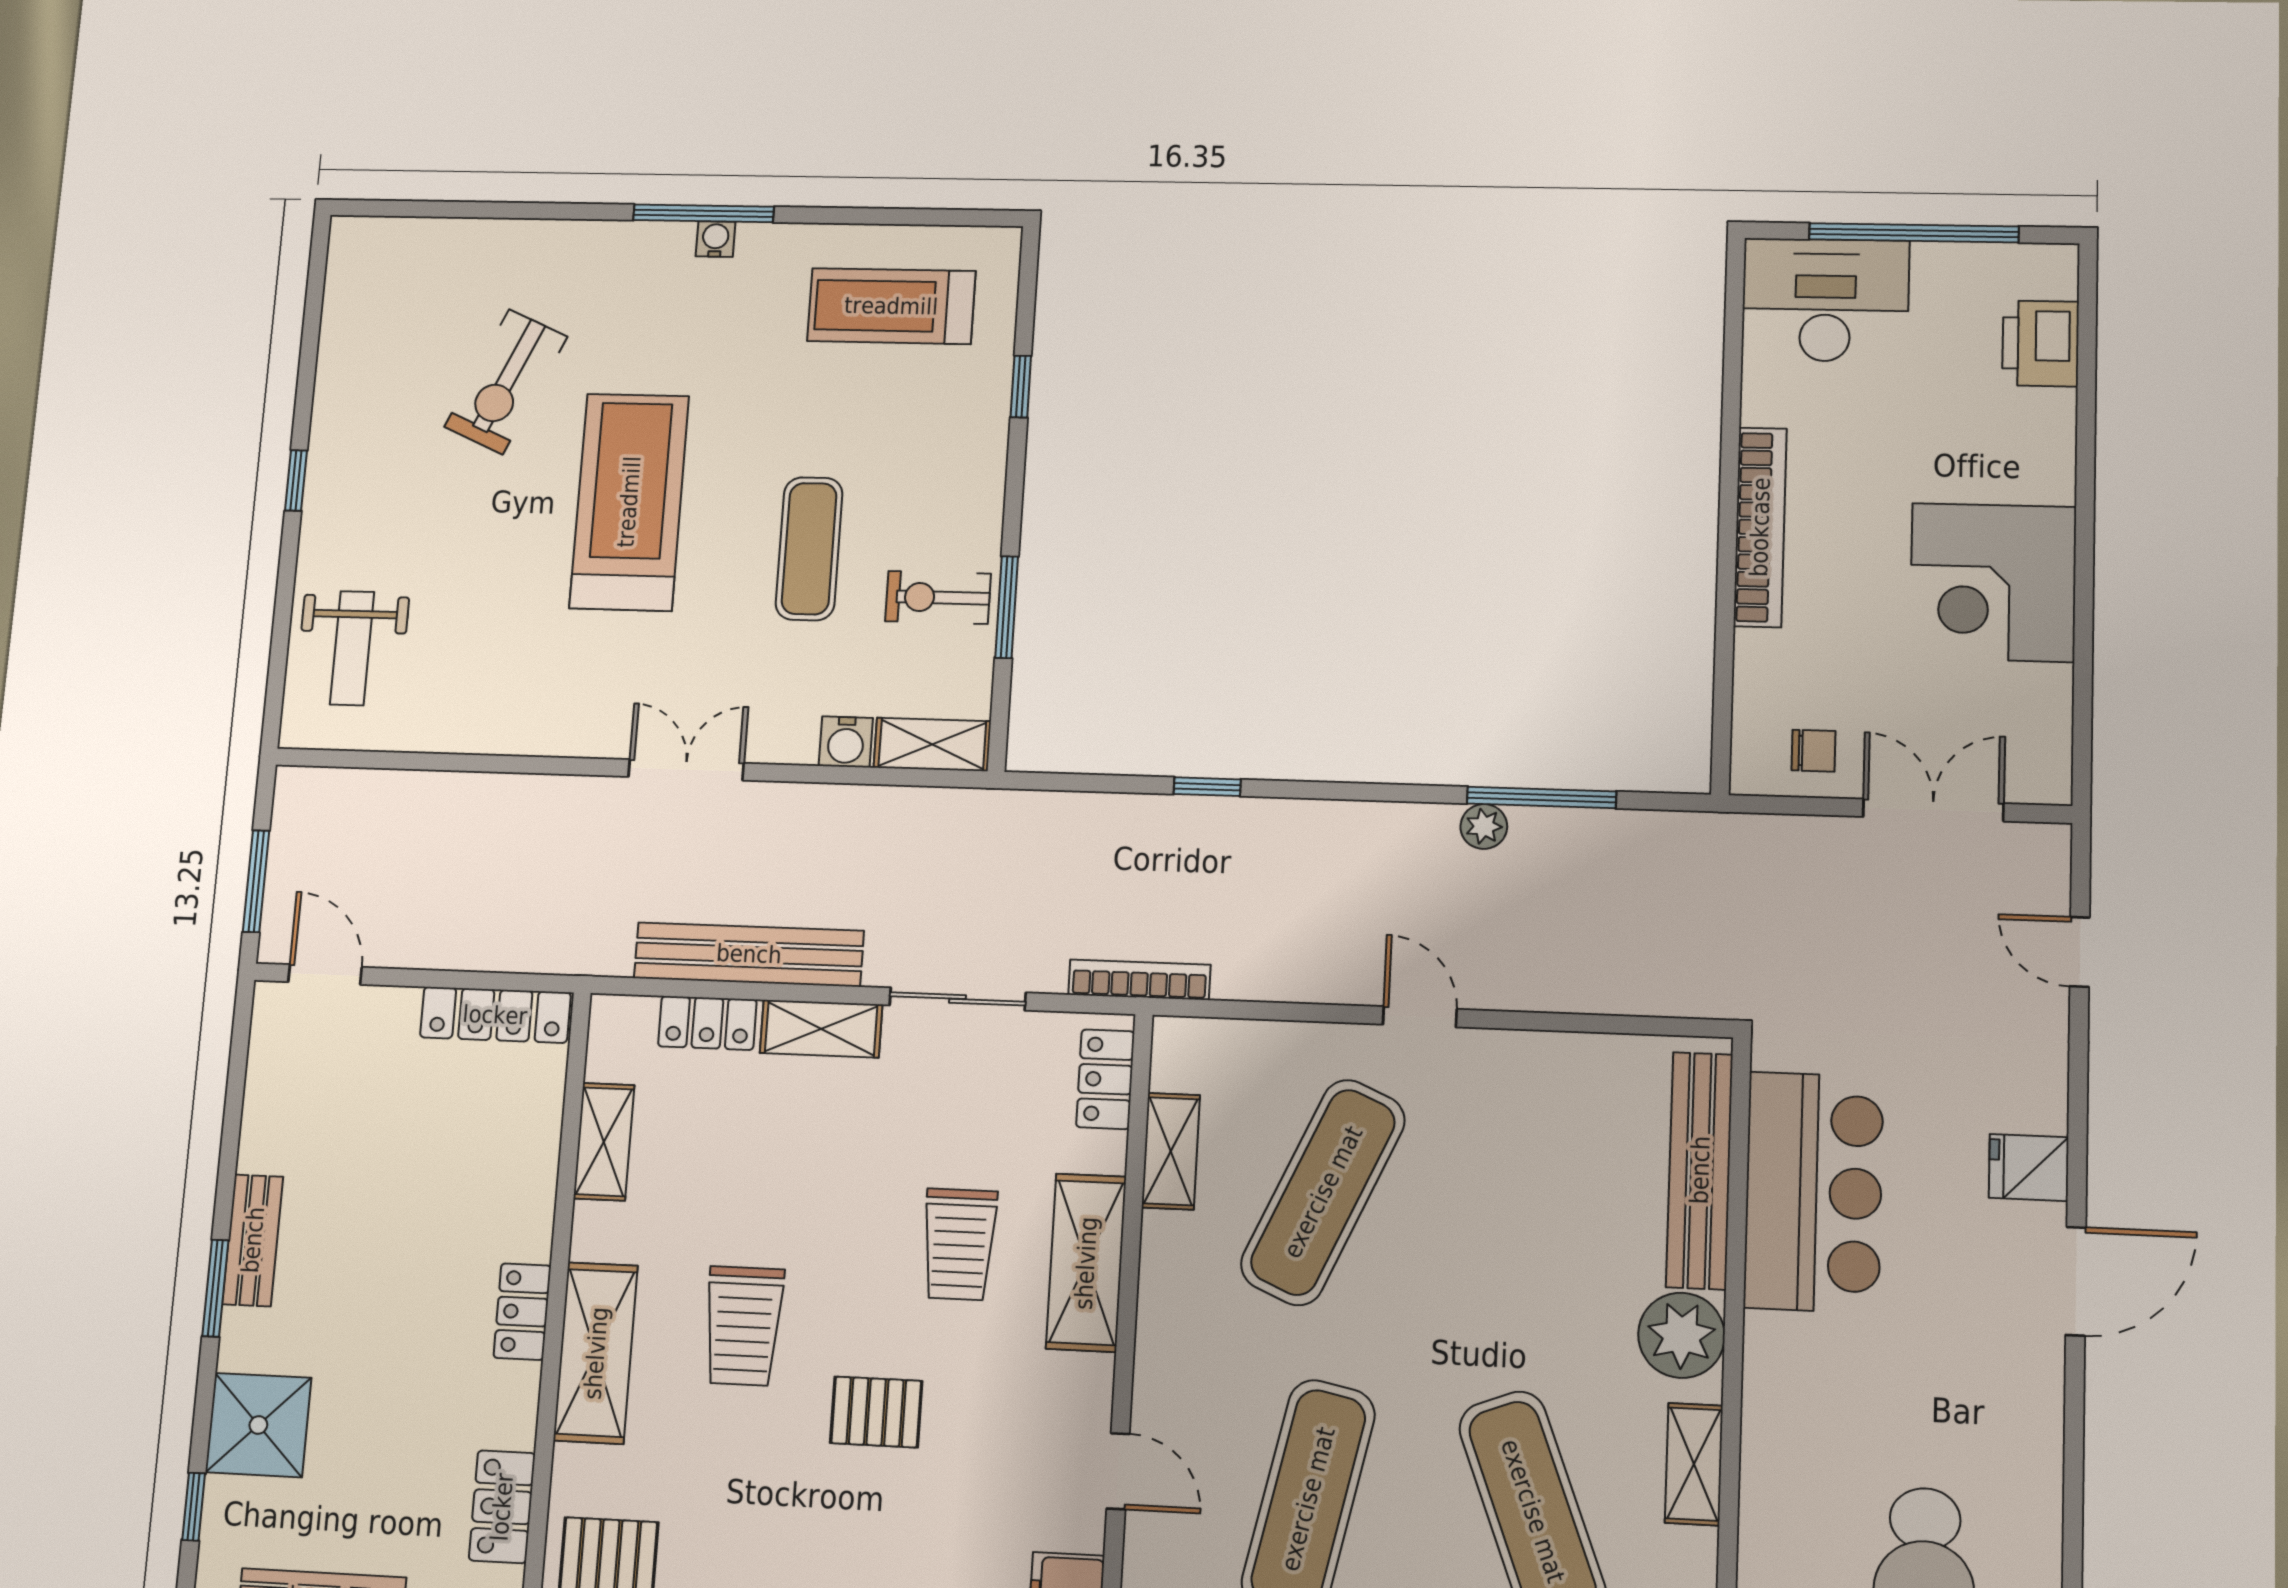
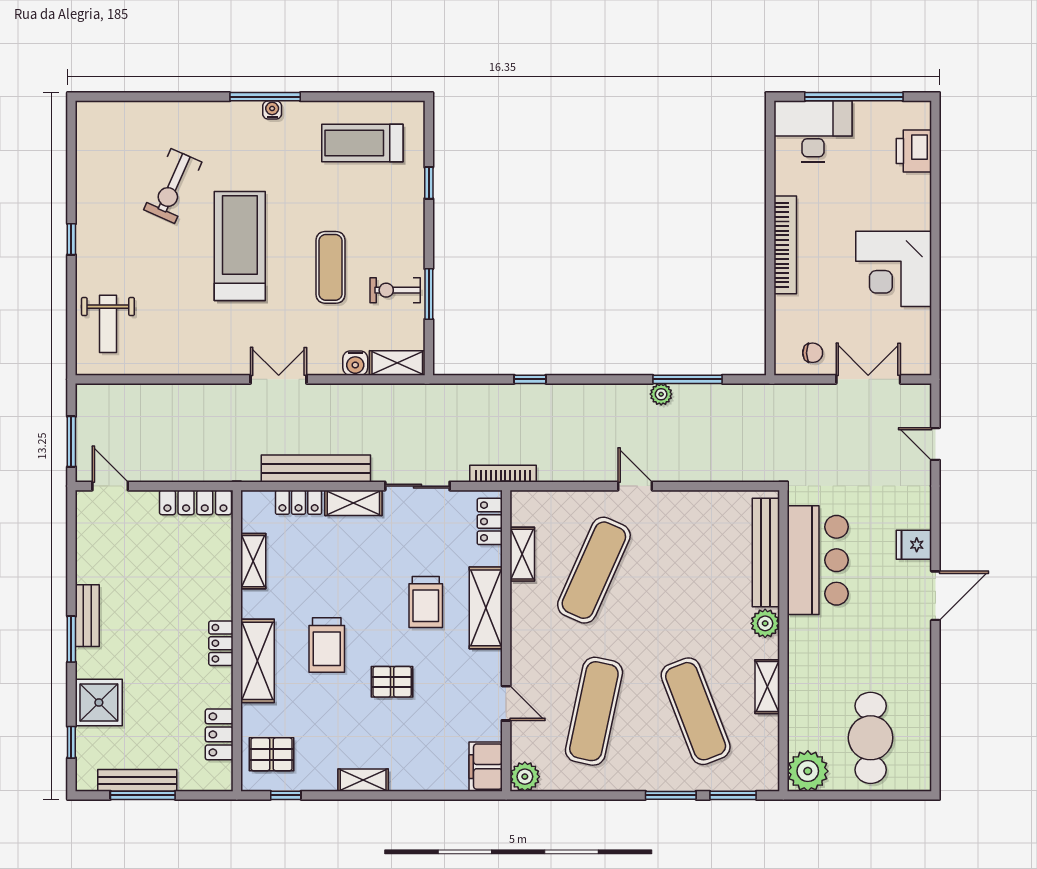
plant: (1681, 1335) -> (765, 623), width x0.73, depth x0.73

